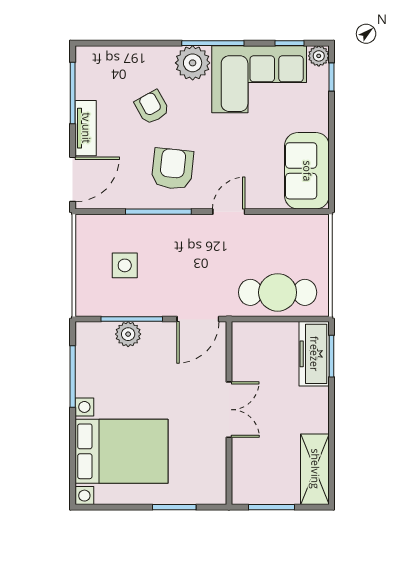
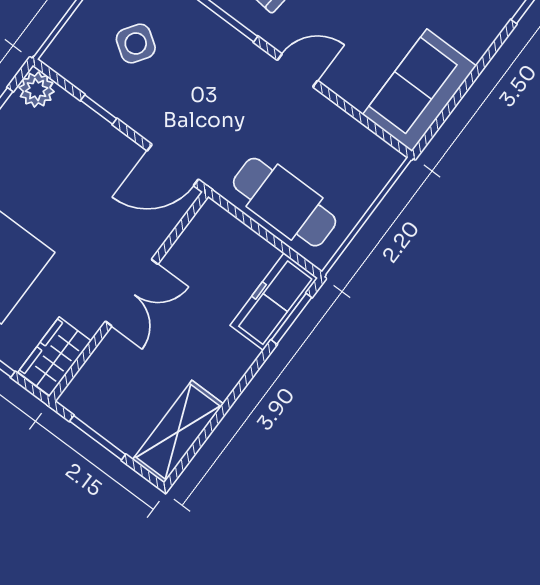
side table: (125, 265) -> (136, 43), turned 34
window: (132, 319) -> (99, 110), width x0.46
plant: (128, 334) -> (37, 90), moved
wardrobe: (212, 479) -> (55, 356), added

